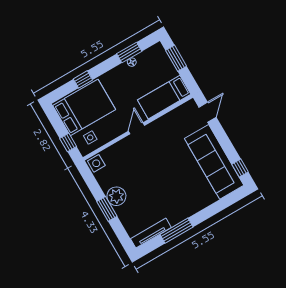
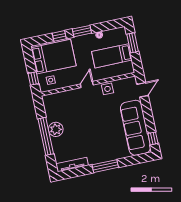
window: (129, 52) -> (82, 31), moved
bed: (164, 97) -> (112, 56), moved
side table: (96, 163) -> (108, 89), moved
window: (107, 209) -> (46, 136), width x2.11
window: (176, 231) -> (105, 166), moved

